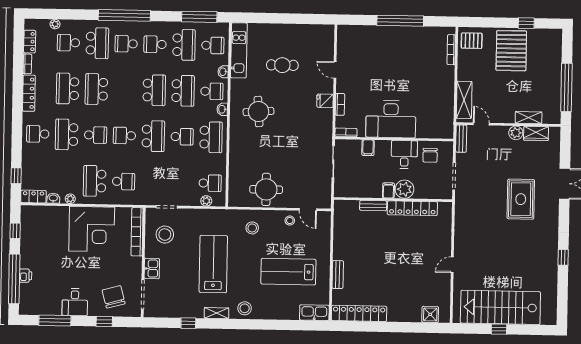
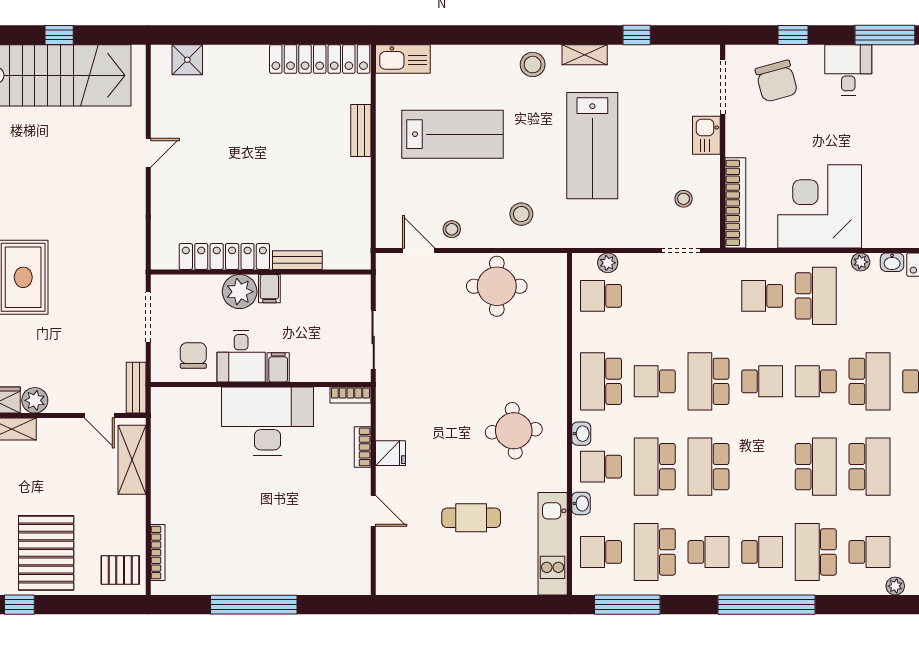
filing cabinet: (368, 148) -> (278, 367), moved
stool: (165, 235) -> (684, 199), width x0.53, depth x0.53

